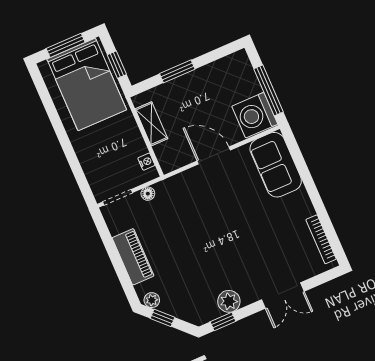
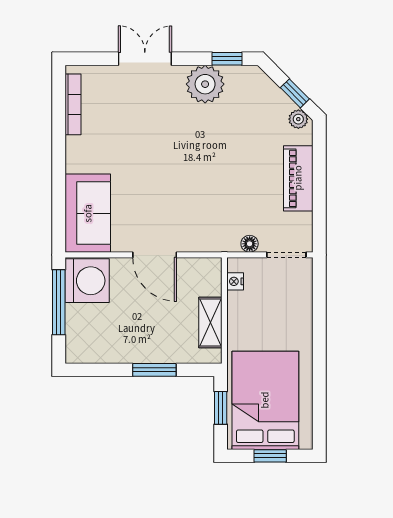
window: (66, 45) -> (270, 456), width x0.67
plant: (229, 301) -> (205, 84), width x1.36, depth x1.36

